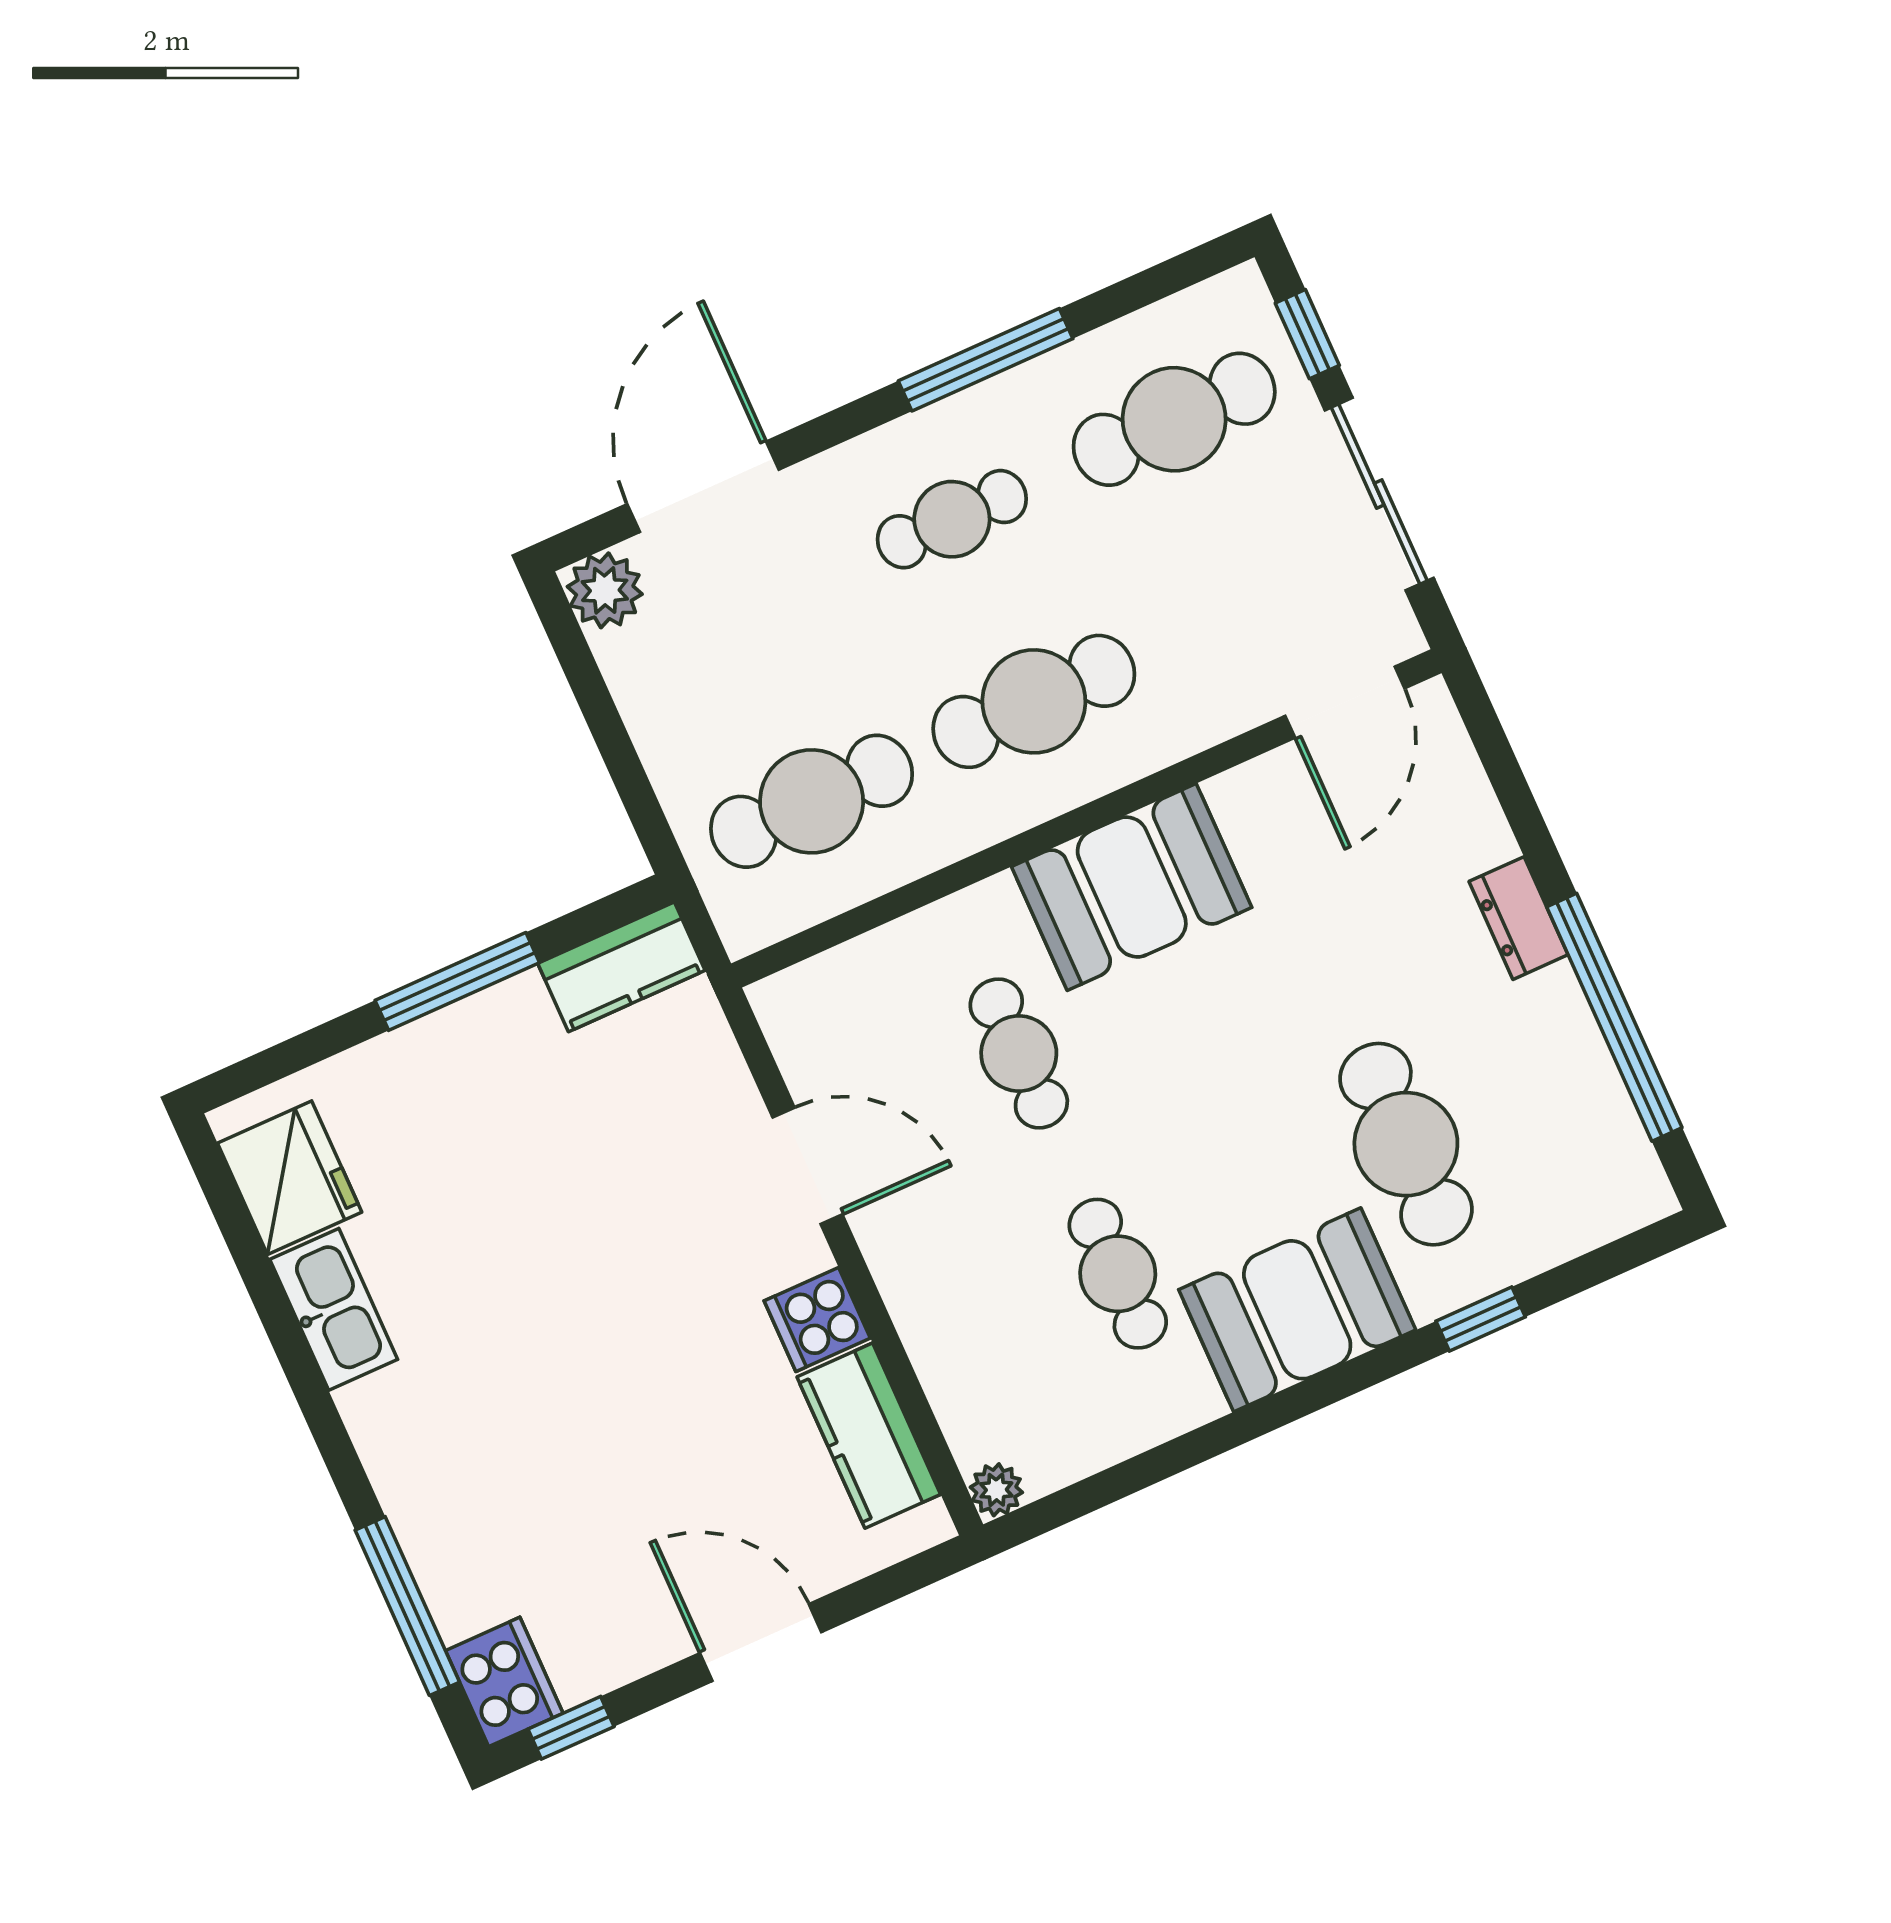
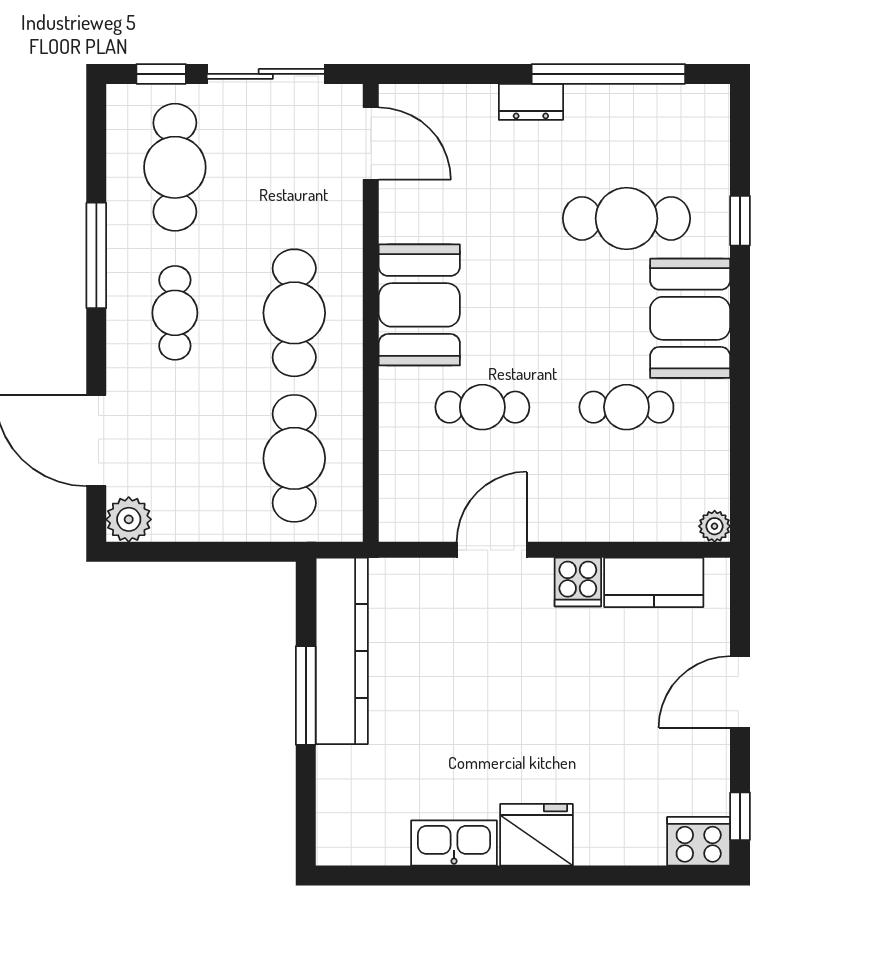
kitchen counter: (621, 967) -> (342, 651), width x2.08, depth x1.17
fridge: (290, 1178) -> (537, 835), moved
window: (407, 1606) -> (634, 876), removed

